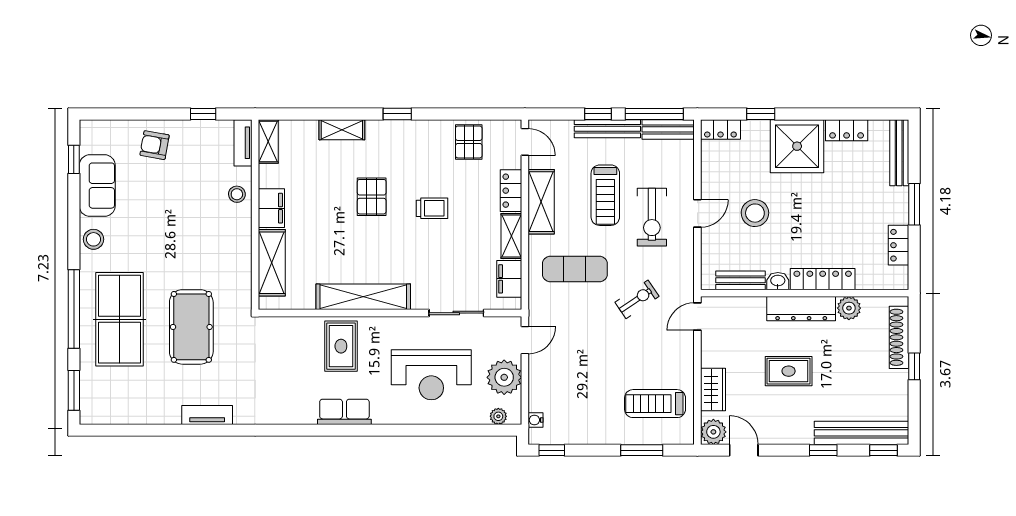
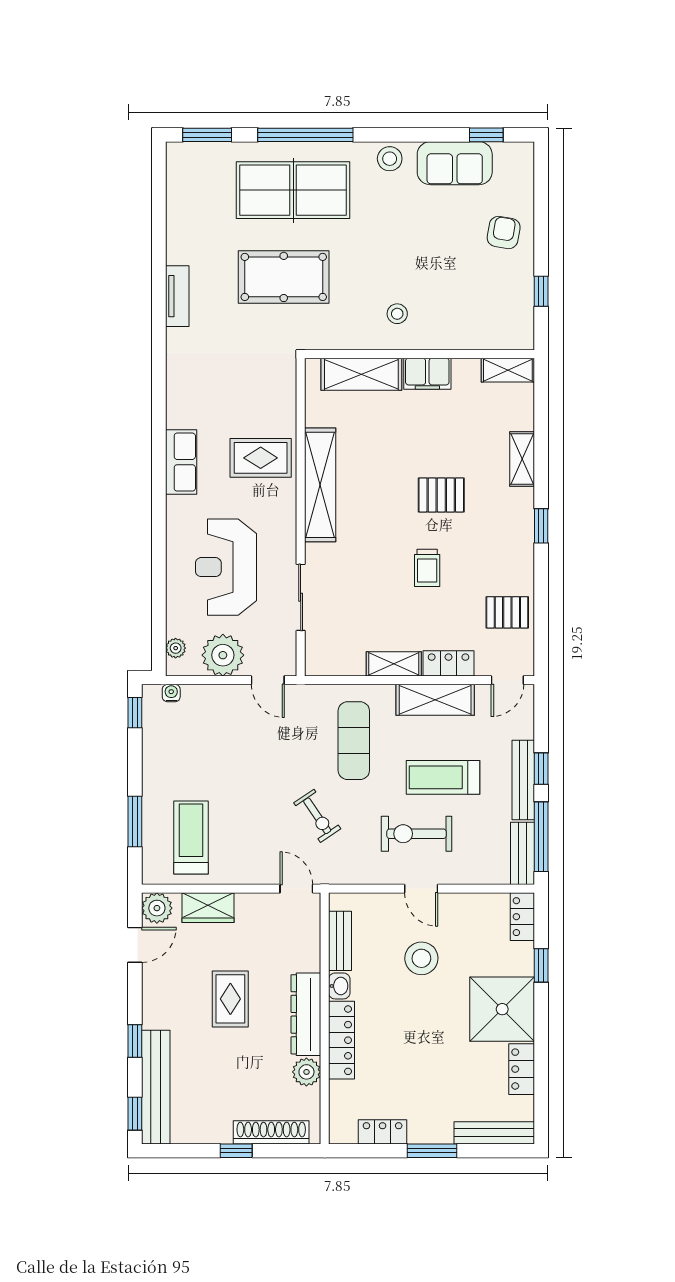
tv unit: (243, 143) -> (506, 339), removed
stool: (237, 194) -> (397, 314), moved
filing cabinet: (509, 279) -> (342, 661), removed

